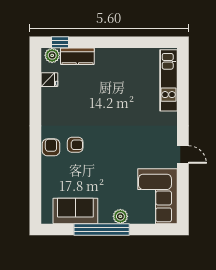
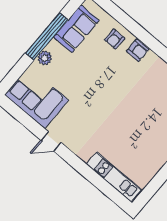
armchair: (75, 145) -> (115, 39), moved

